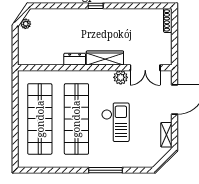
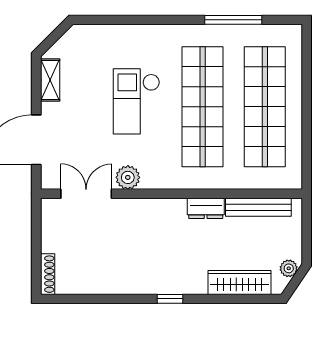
wardrobe: (105, 58) -> (240, 282), moved, turned 180
bench: (44, 60) -> (258, 207), added
window: (105, 170) -> (233, 20), moved

